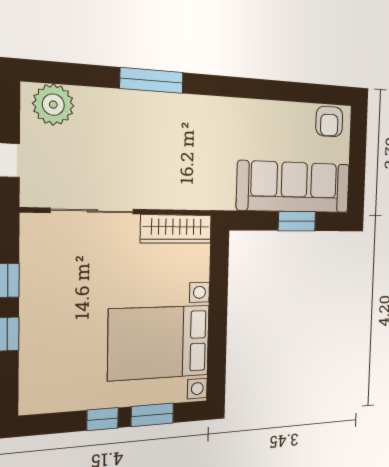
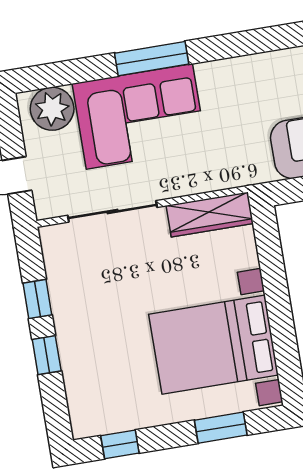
corner sofa: (132, 130) -> (139, 116), added
window: (103, 419) -> (120, 444), moved

